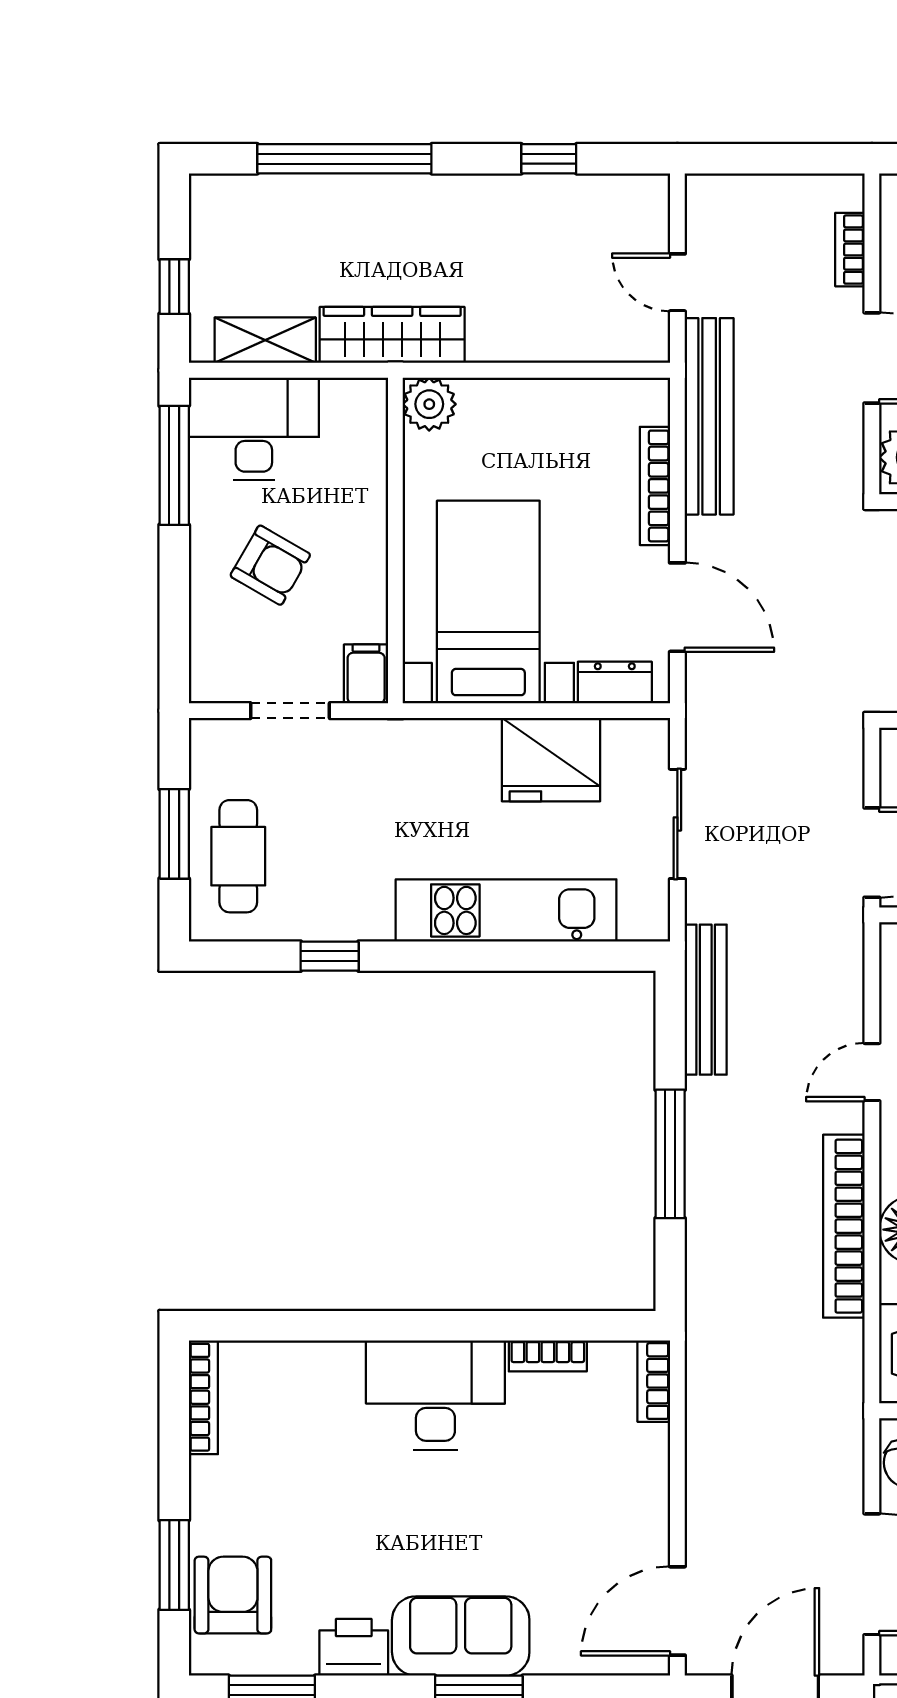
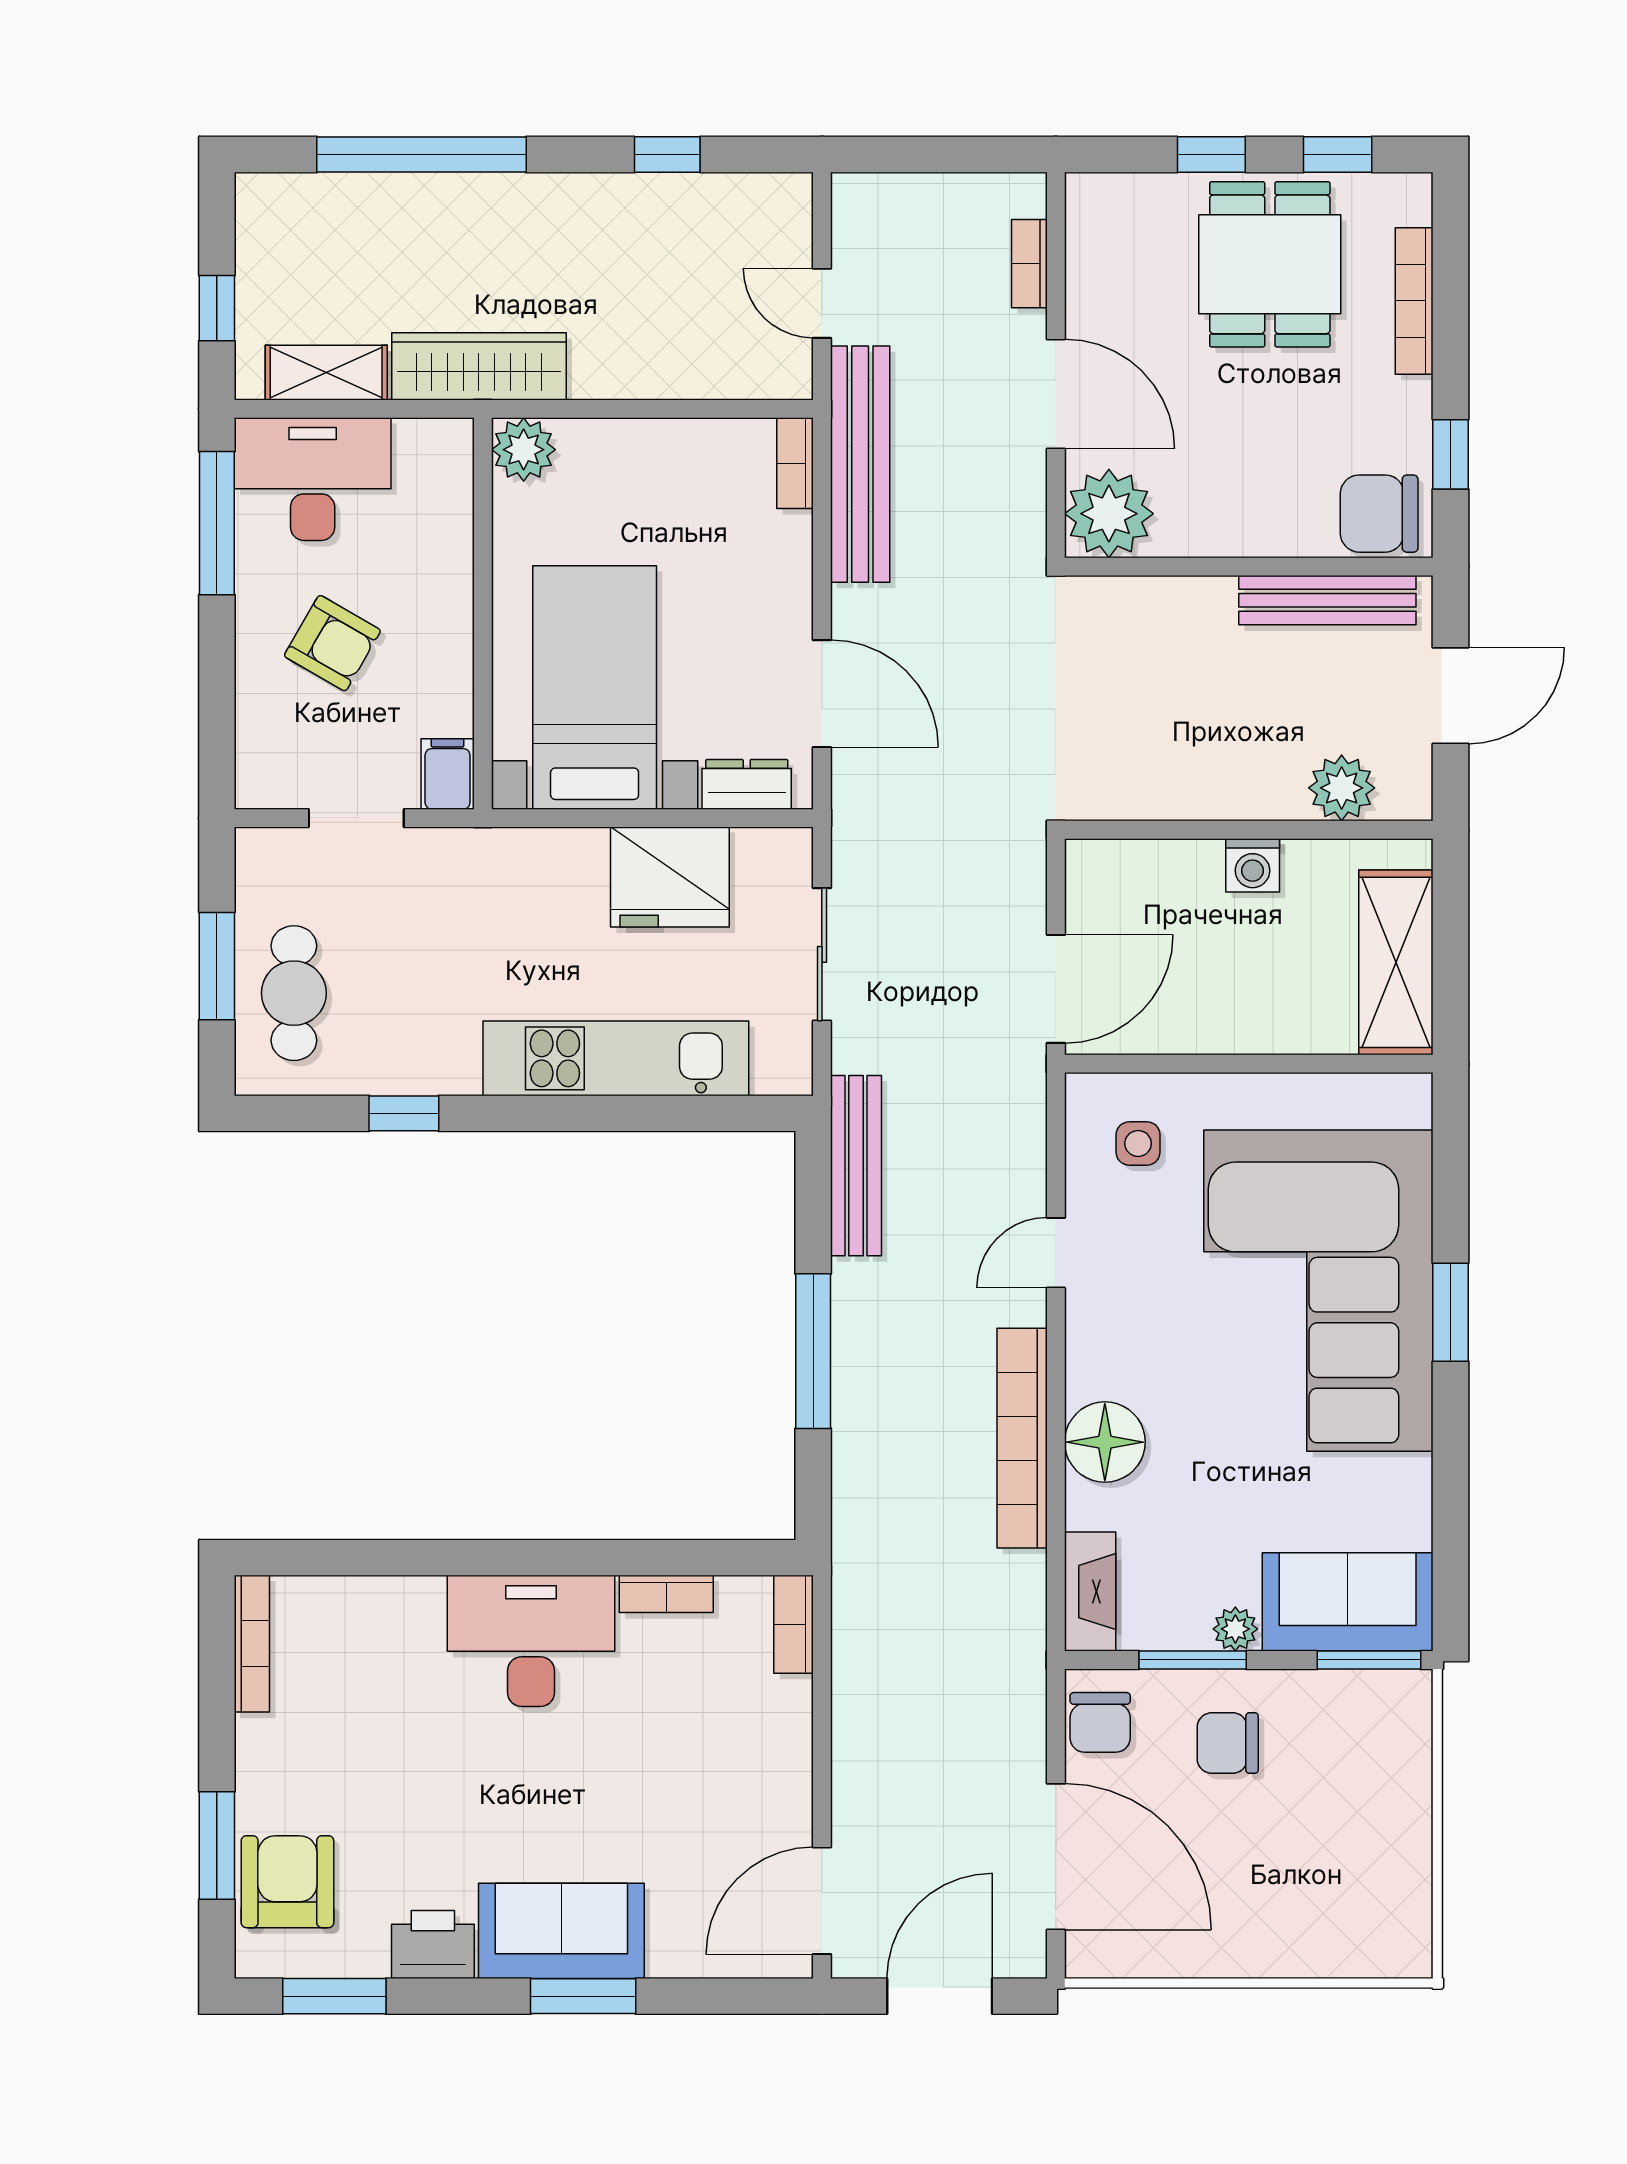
bookcase: (655, 486) -> (795, 463), moved, width x0.64

